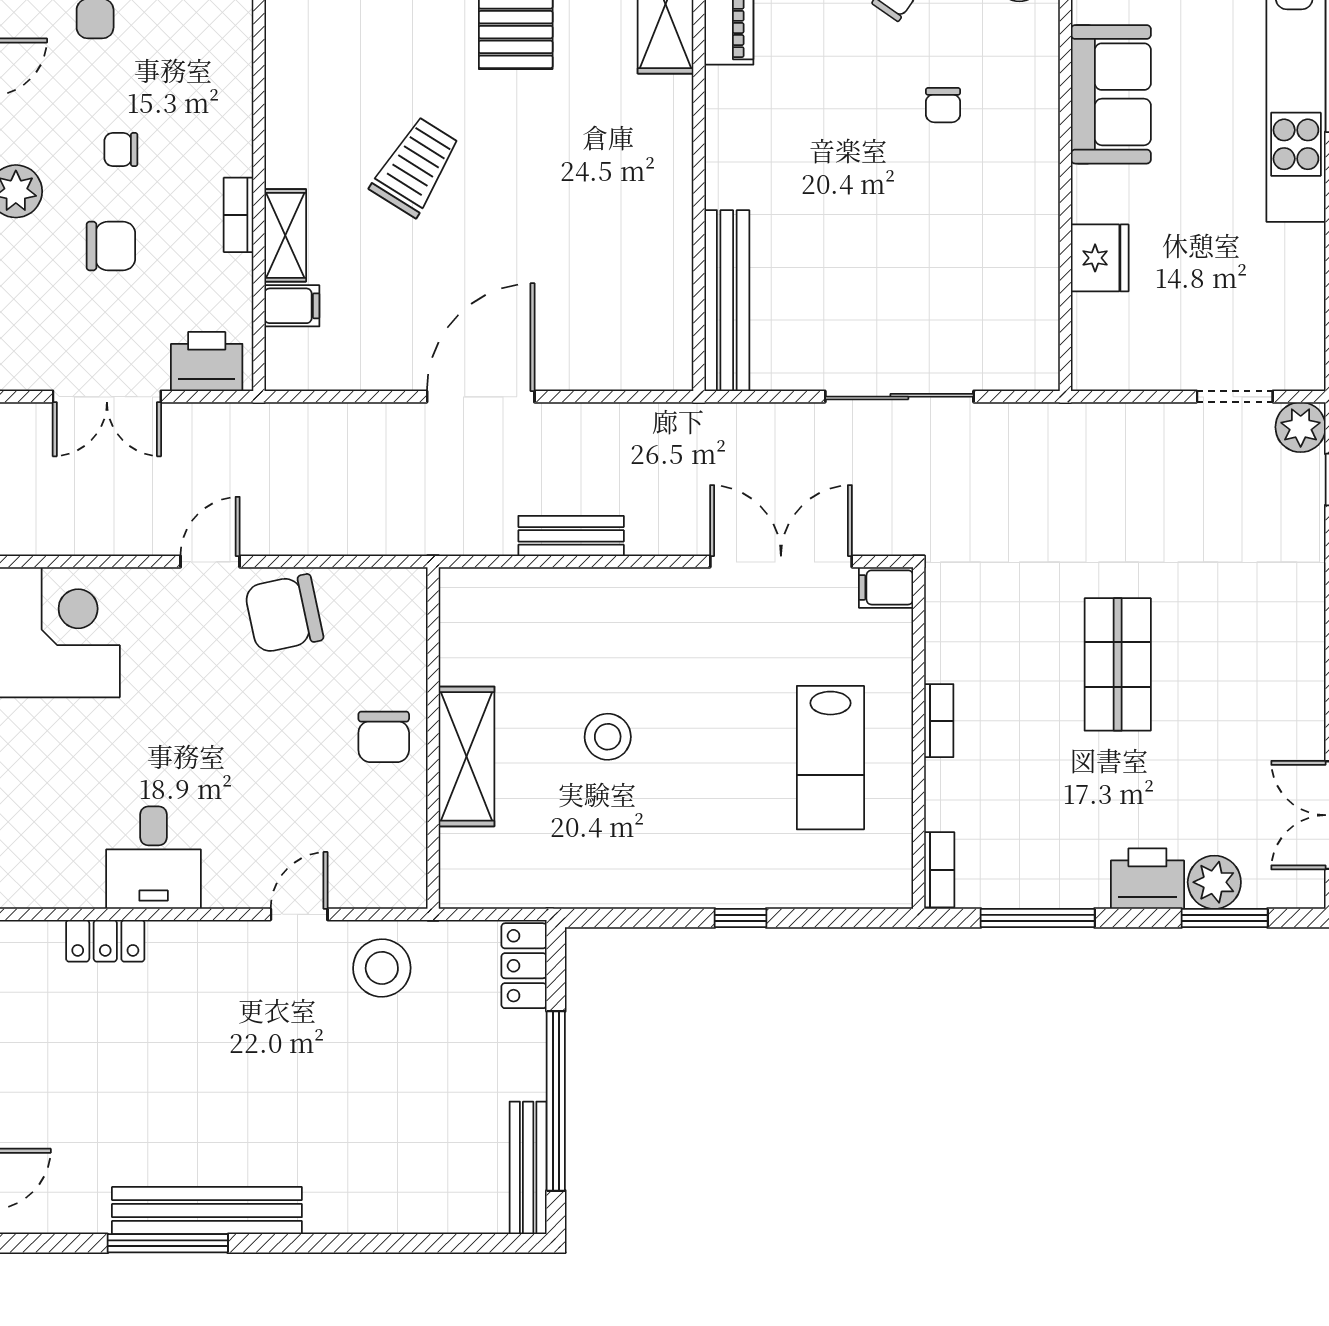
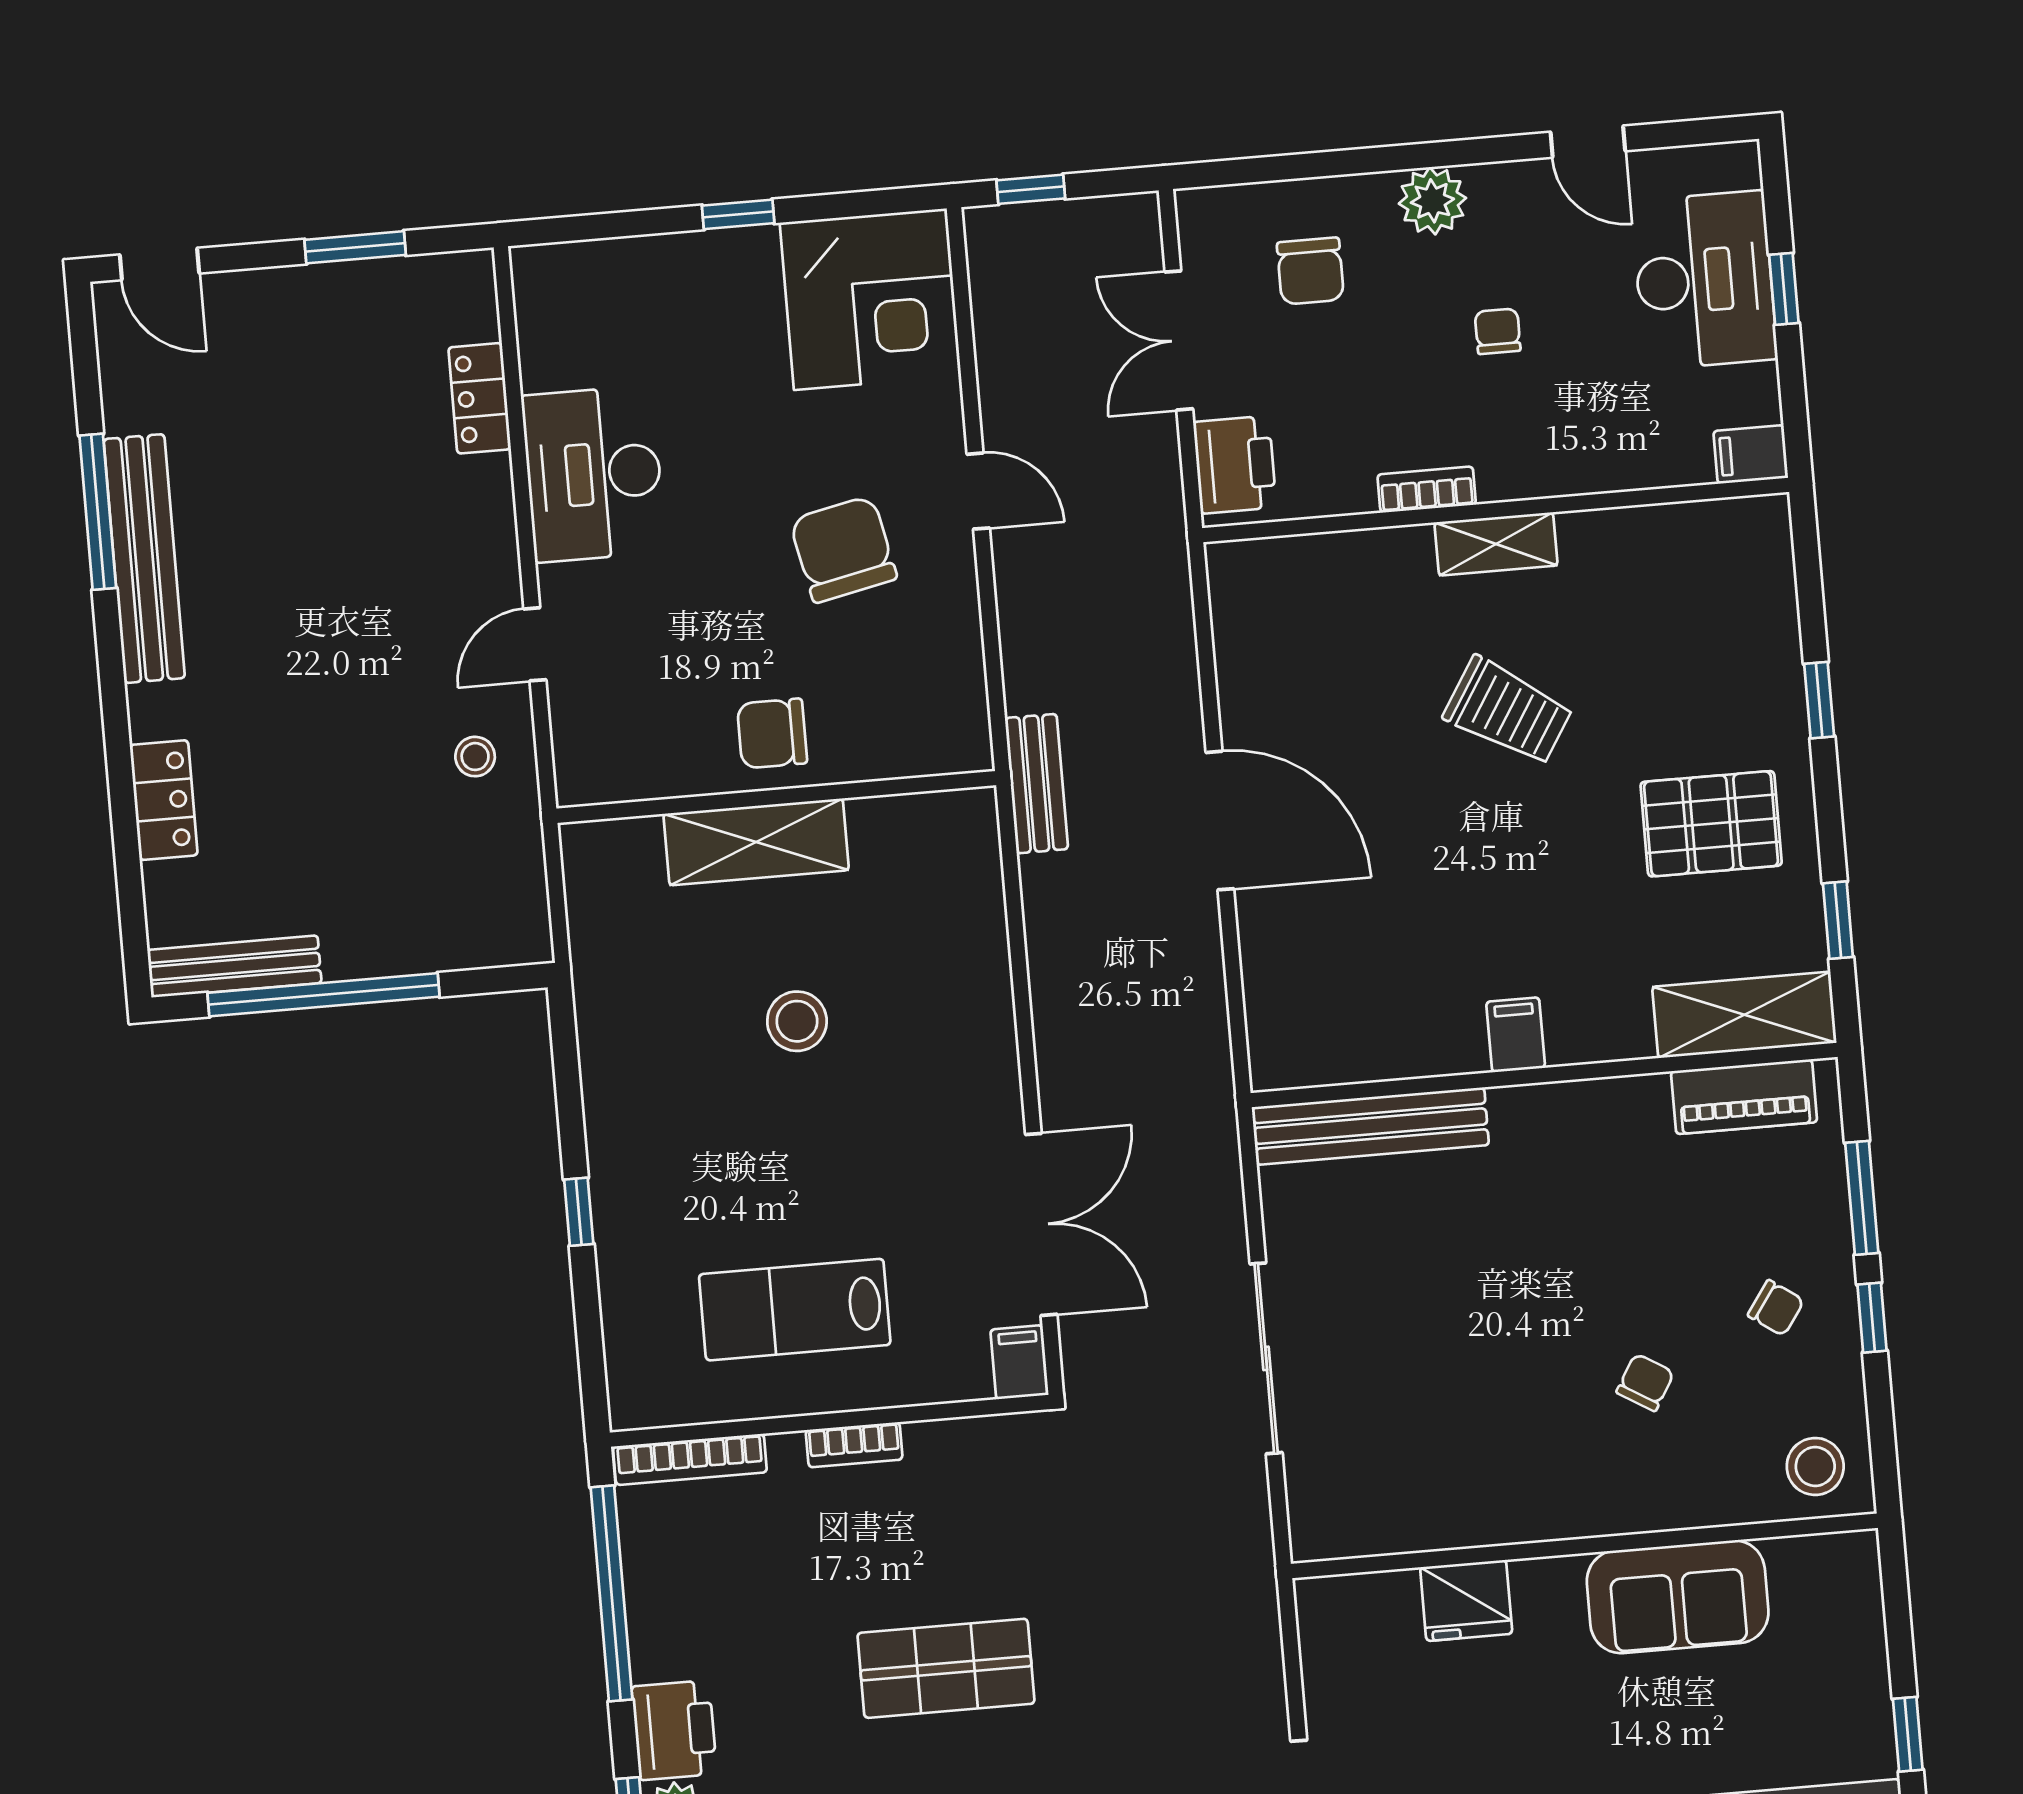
chair: (943, 105) -> (1645, 1382), turned 121
shelving: (285, 235) -> (1496, 544), moved
chair: (111, 246) -> (1310, 271), moved
filing cabinet: (292, 306) -> (1516, 1035), moved, turned 180
bench: (571, 536) -> (1037, 784), moved
chair: (284, 614) -> (843, 549), moved
desk: (154, 858) -> (594, 474), width x1.37
bookcase: (939, 870) -> (690, 1459), width x1.56
door: (299, 914) -> (535, 644), swing flipped
window: (1038, 918) -> (611, 1593), width x1.46
locker: (524, 966) -> (164, 800), moved, turned 90
stool: (382, 968) -> (475, 757), width x0.53, depth x0.53

